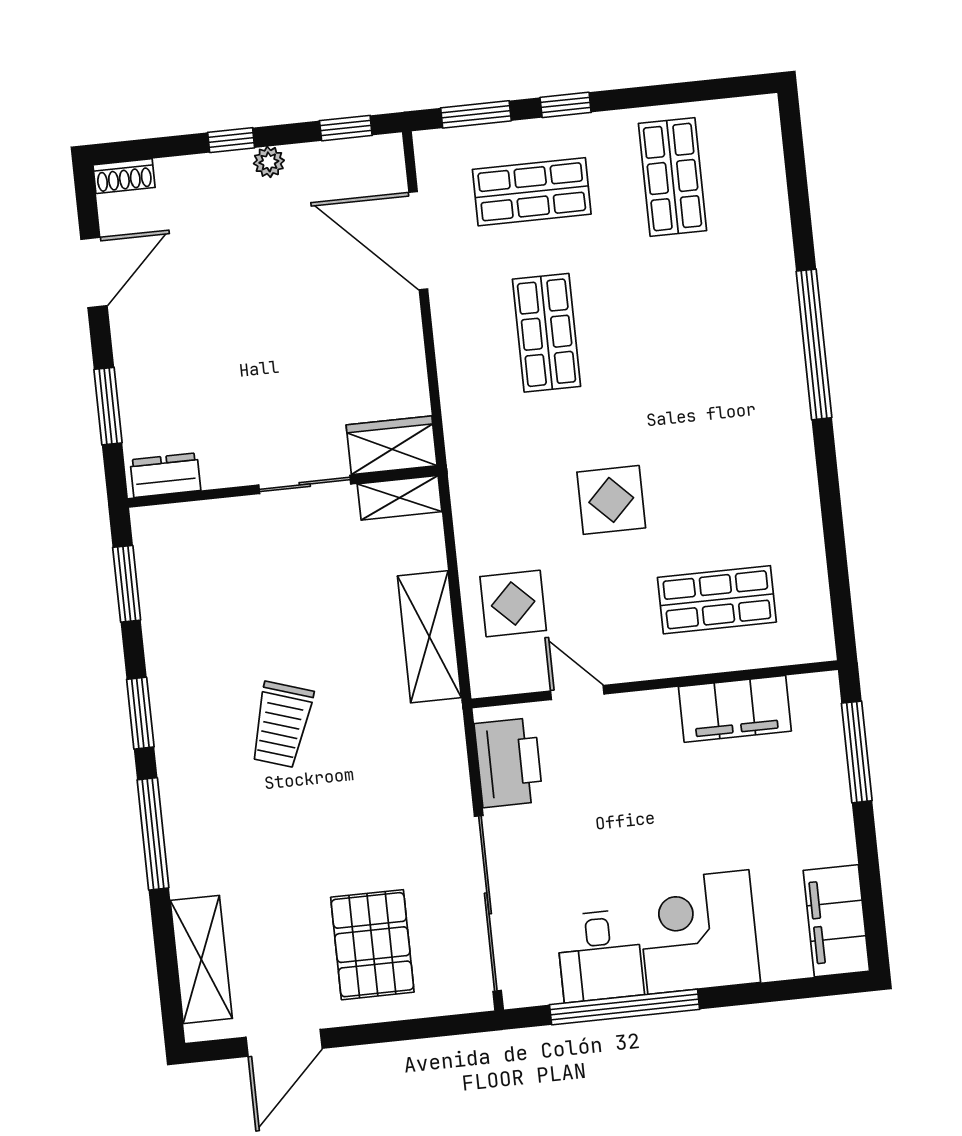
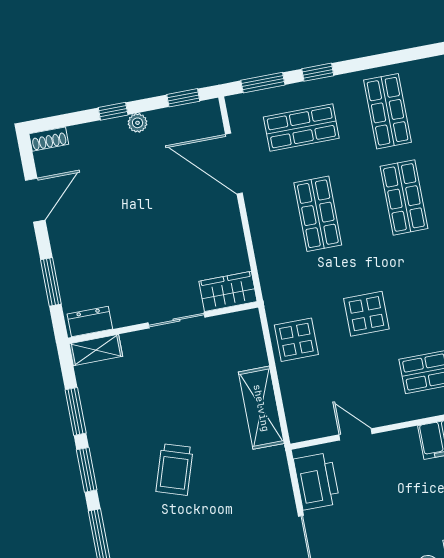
shop shelf: (687, 318) -> (404, 197), added
shelving: (400, 498) -> (96, 350), moved
window: (127, 584) -> (76, 411), moved
display table: (513, 603) -> (296, 340), moved

